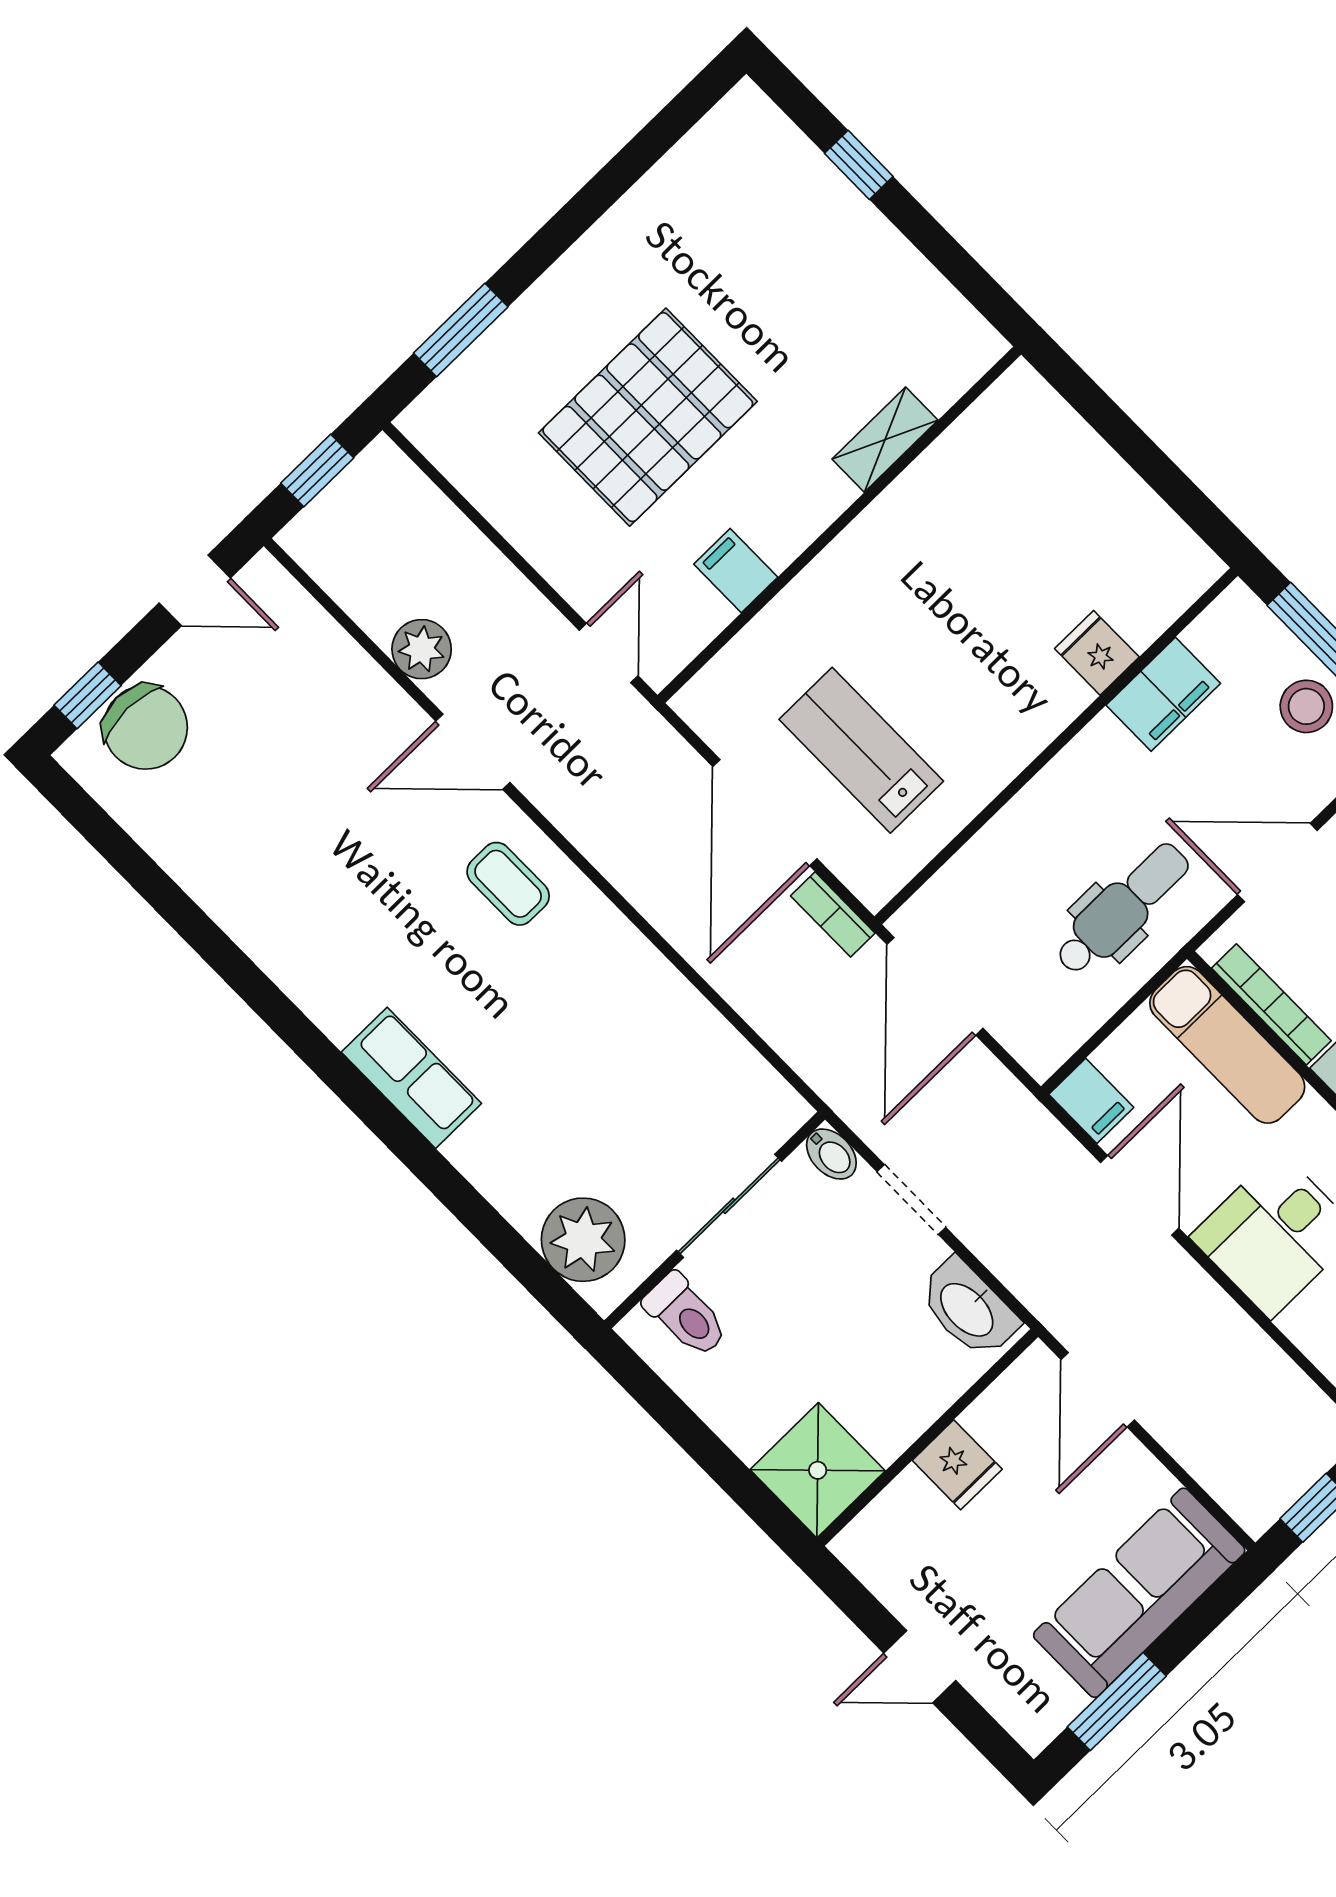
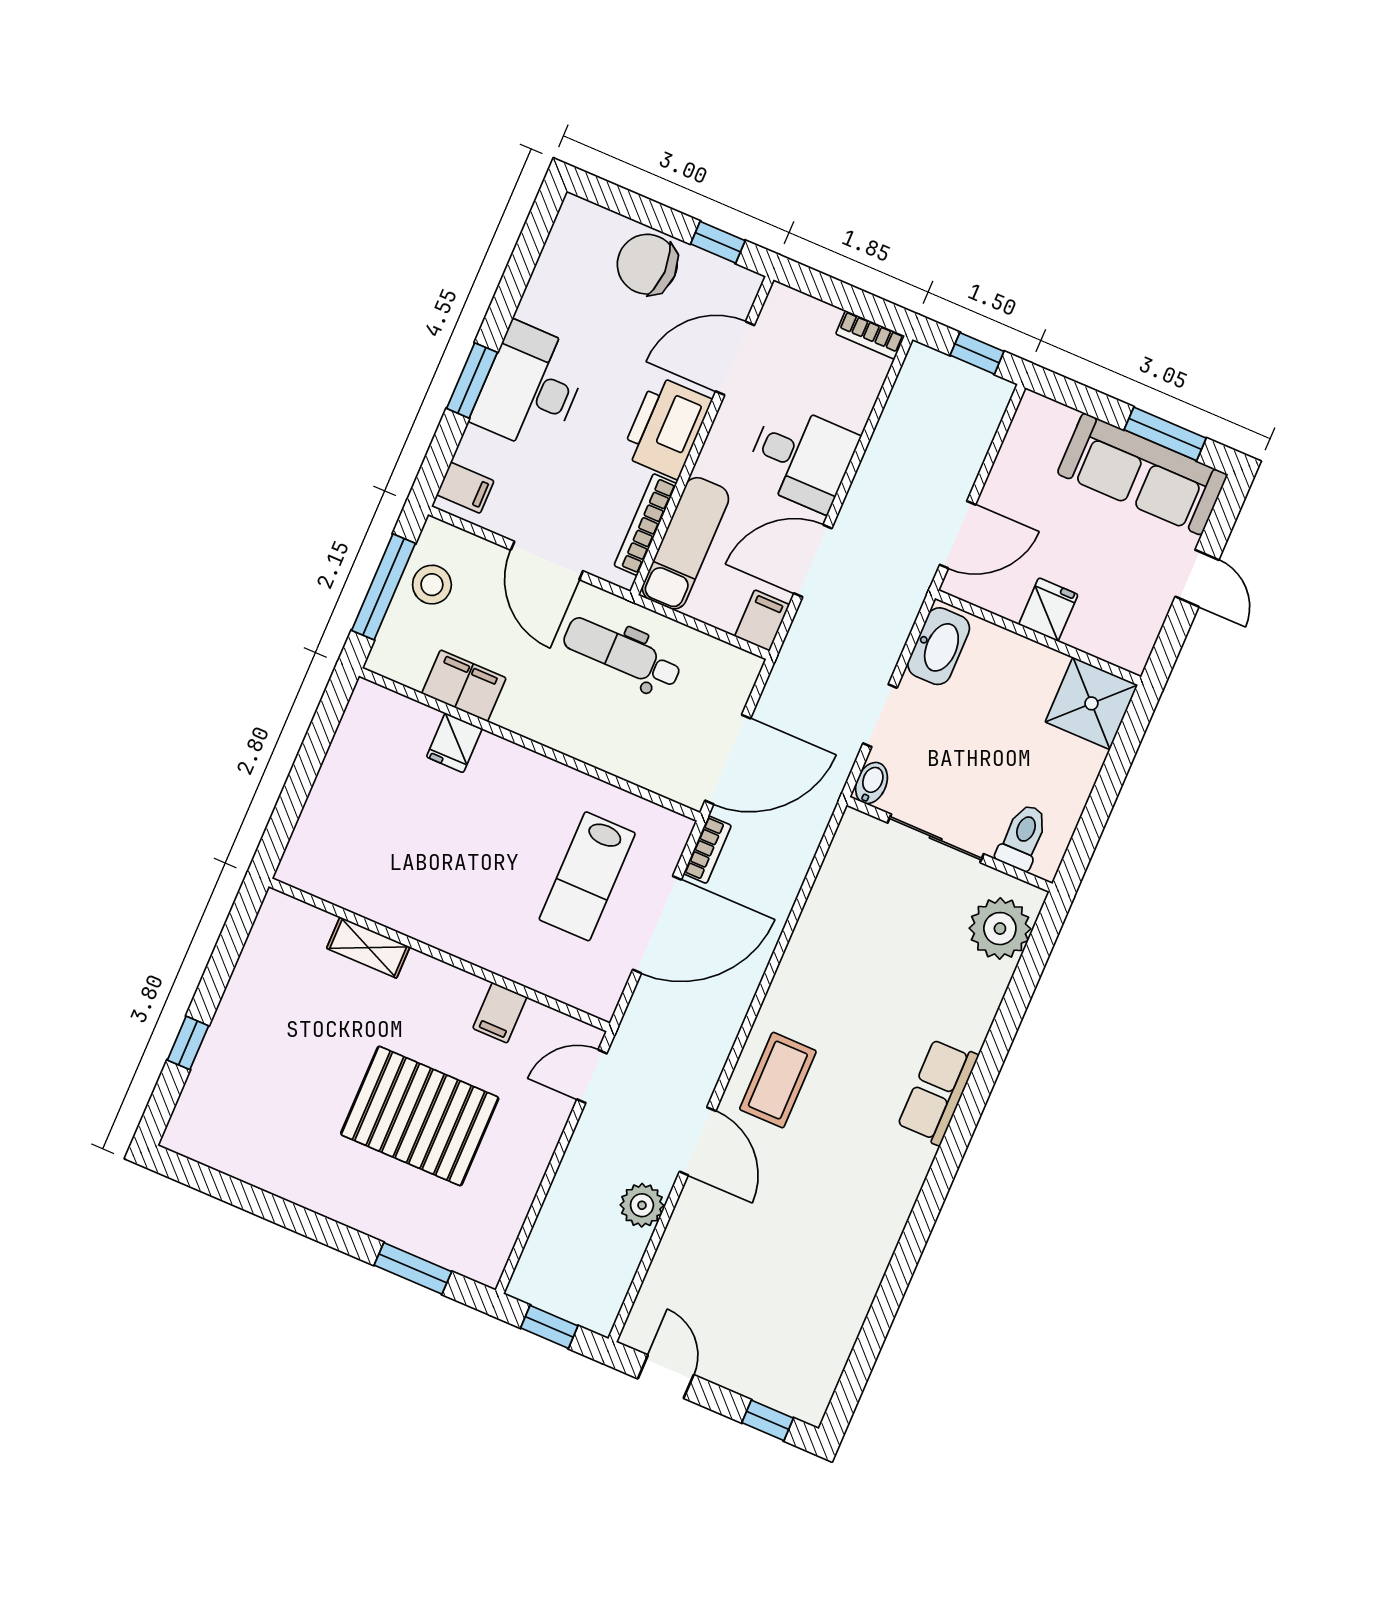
chair: (146, 727) -> (773, 1372), removed
coffee table: (508, 884) -> (778, 1080), width x1.36, depth x1.30
sofa: (1139, 1593) -> (1142, 474), moved

